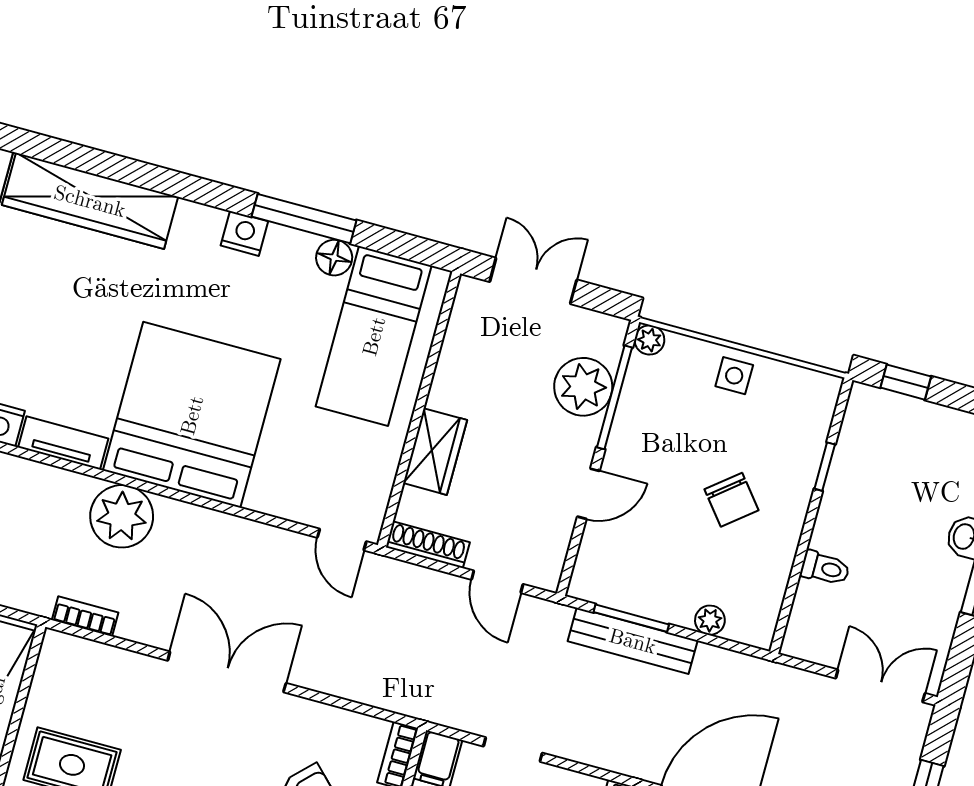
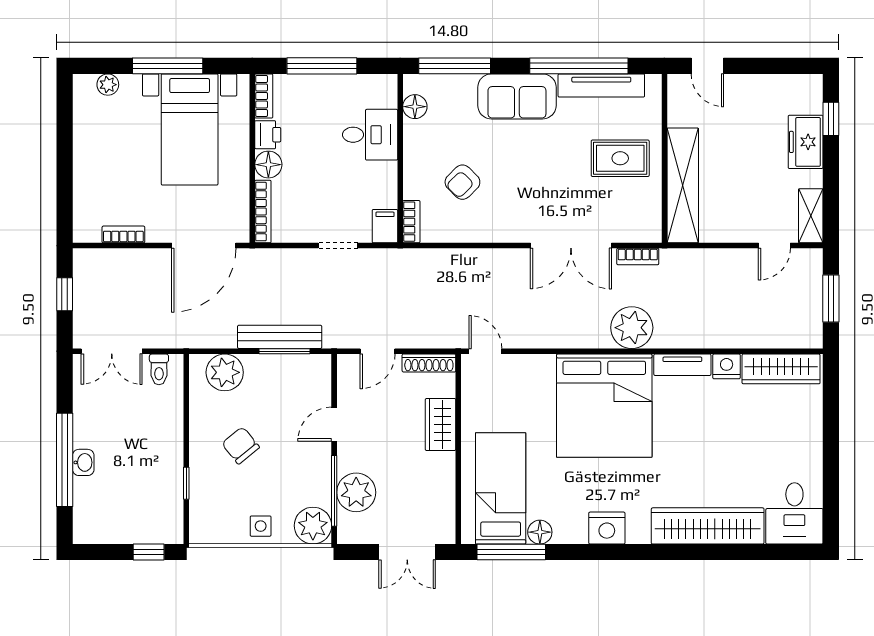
window: (304, 219) -> (511, 552), moved
nightstand: (244, 233) -> (607, 528), width x1.36, depth x1.33
plant: (649, 340) -> (313, 526), width x1.87, depth x1.87
toilet: (825, 568) -> (159, 369), moved, turned -90
door: (497, 582) -> (378, 351), swing flipped
plant: (710, 620) -> (225, 372), width x1.88, depth x1.88
double door: (227, 672) -> (571, 246), moved

